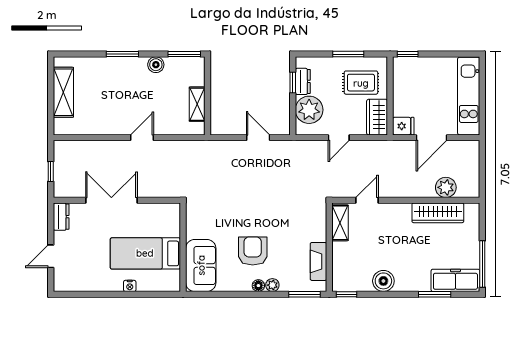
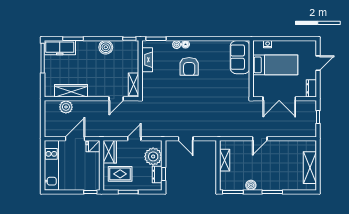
wall: (183, 247) -> (251, 69), moved
bed: (145, 253) -> (275, 65), moved
sofa: (201, 265) -> (240, 57), moved

